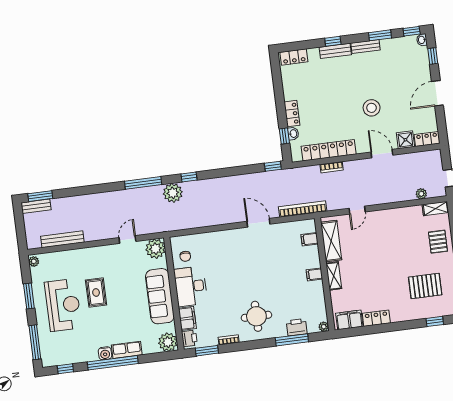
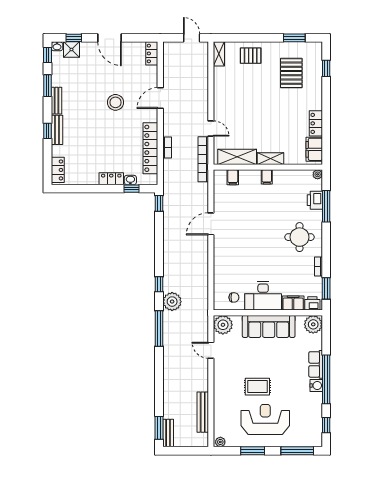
shower: (405, 140) -> (71, 50), moved
plant: (421, 194) -> (203, 66), removed
bookcase: (303, 209) -> (203, 159), moved

